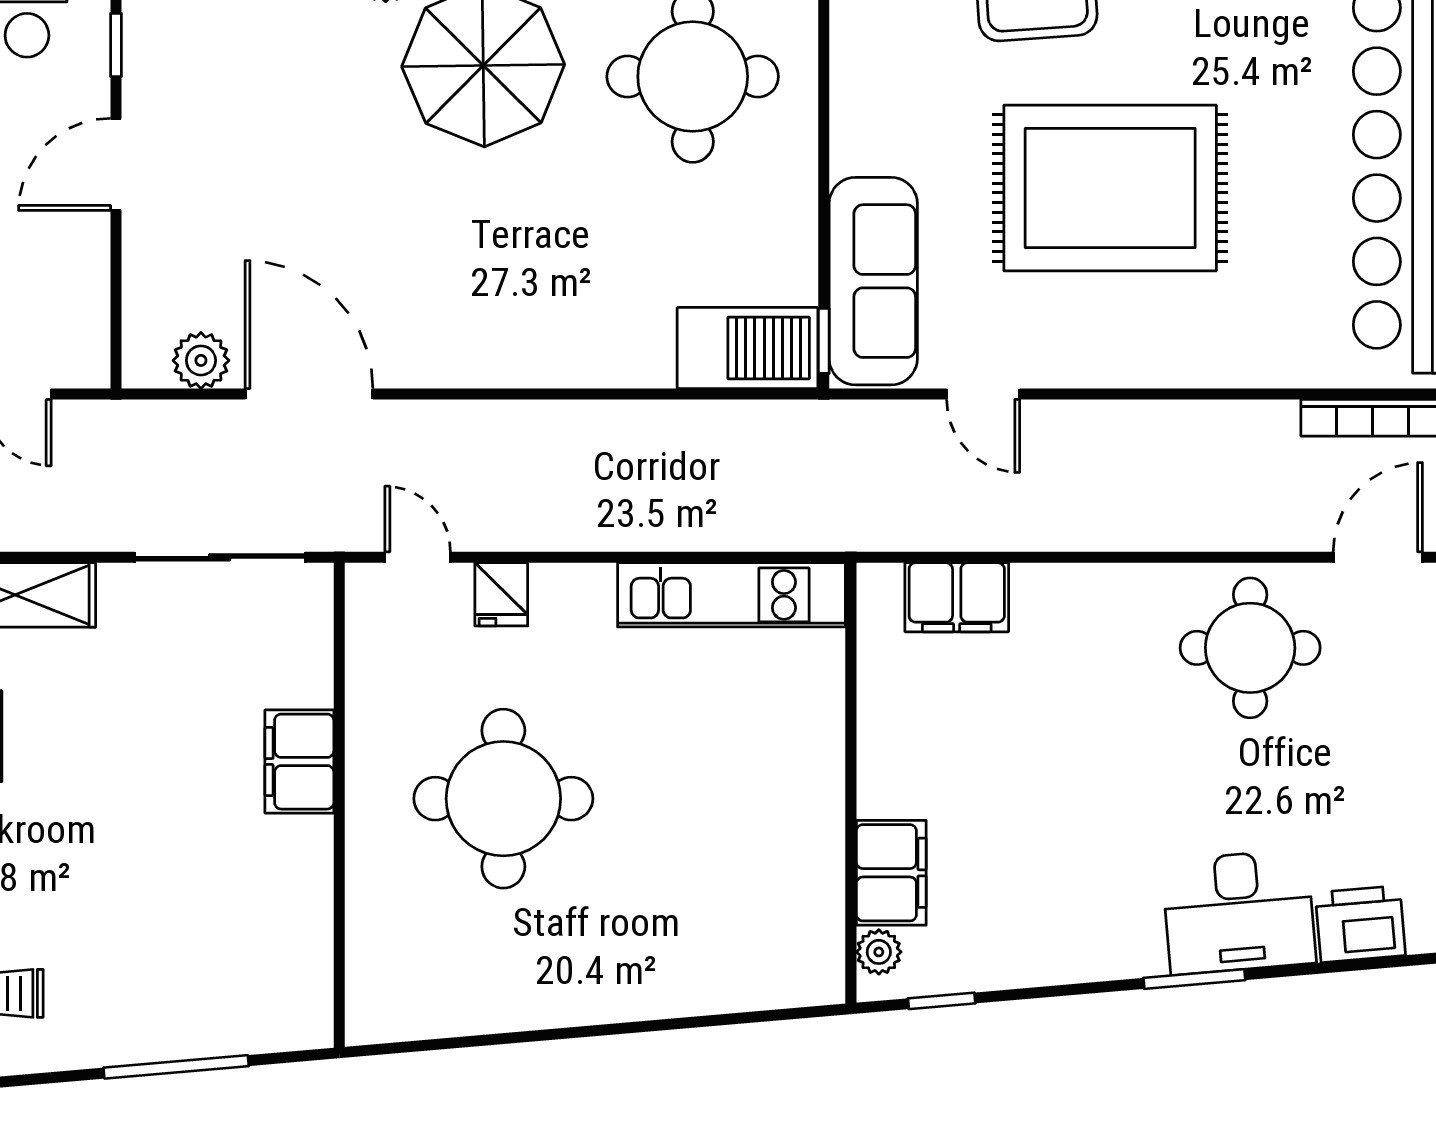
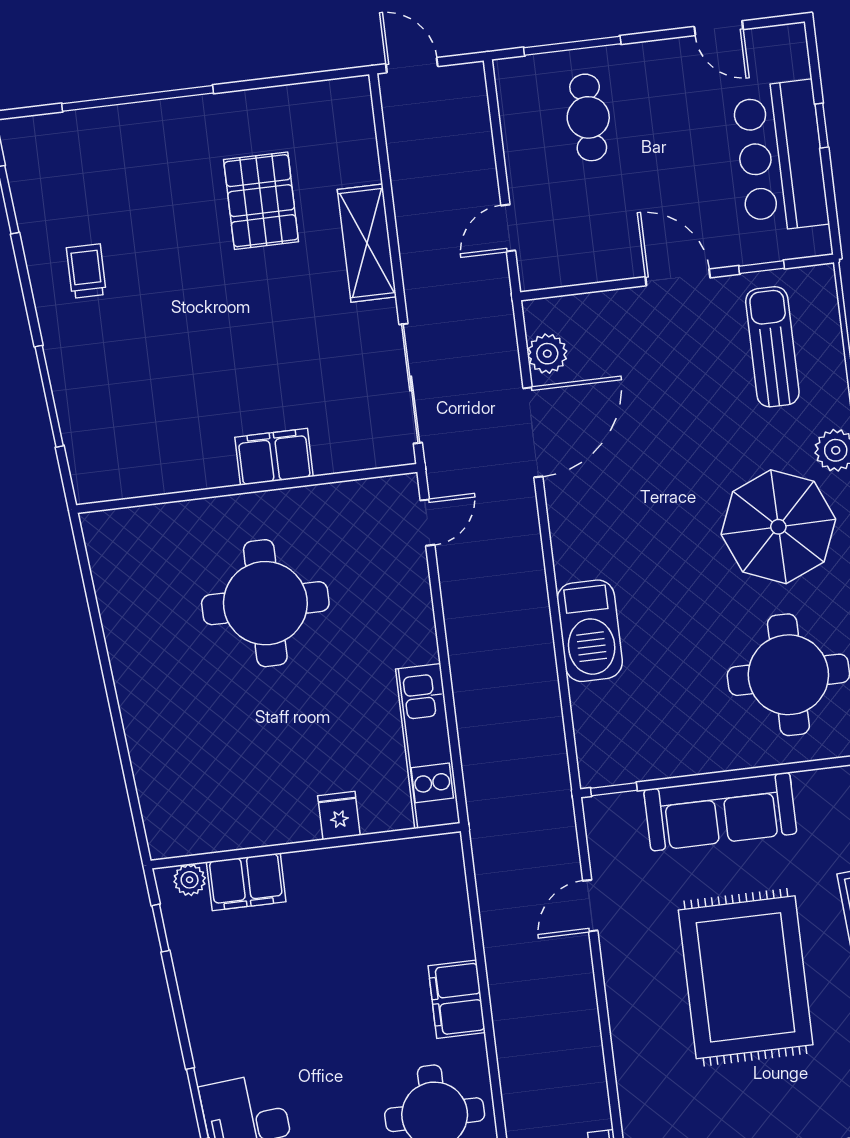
sun lounger: (230, 43) -> (772, 347), added
sofa: (873, 281) -> (720, 812), moved
barbecue: (747, 348) -> (590, 631), moved
fridge: (501, 594) -> (339, 815), moved, turned 90
filing cabinet: (957, 597) -> (457, 999), moved

